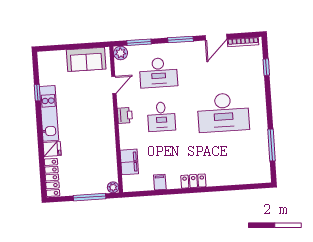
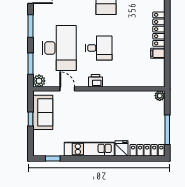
window: (78, 46) -> (30, 119), added
desk: (158, 73) -> (59, 48), width x1.36, depth x1.30
window: (37, 93) -> (53, 158), moved
filing cabinet: (129, 162) -> (138, 80), removed
locker: (193, 181) -> (159, 29), width x1.53
window: (89, 197) -> (167, 130), moved

